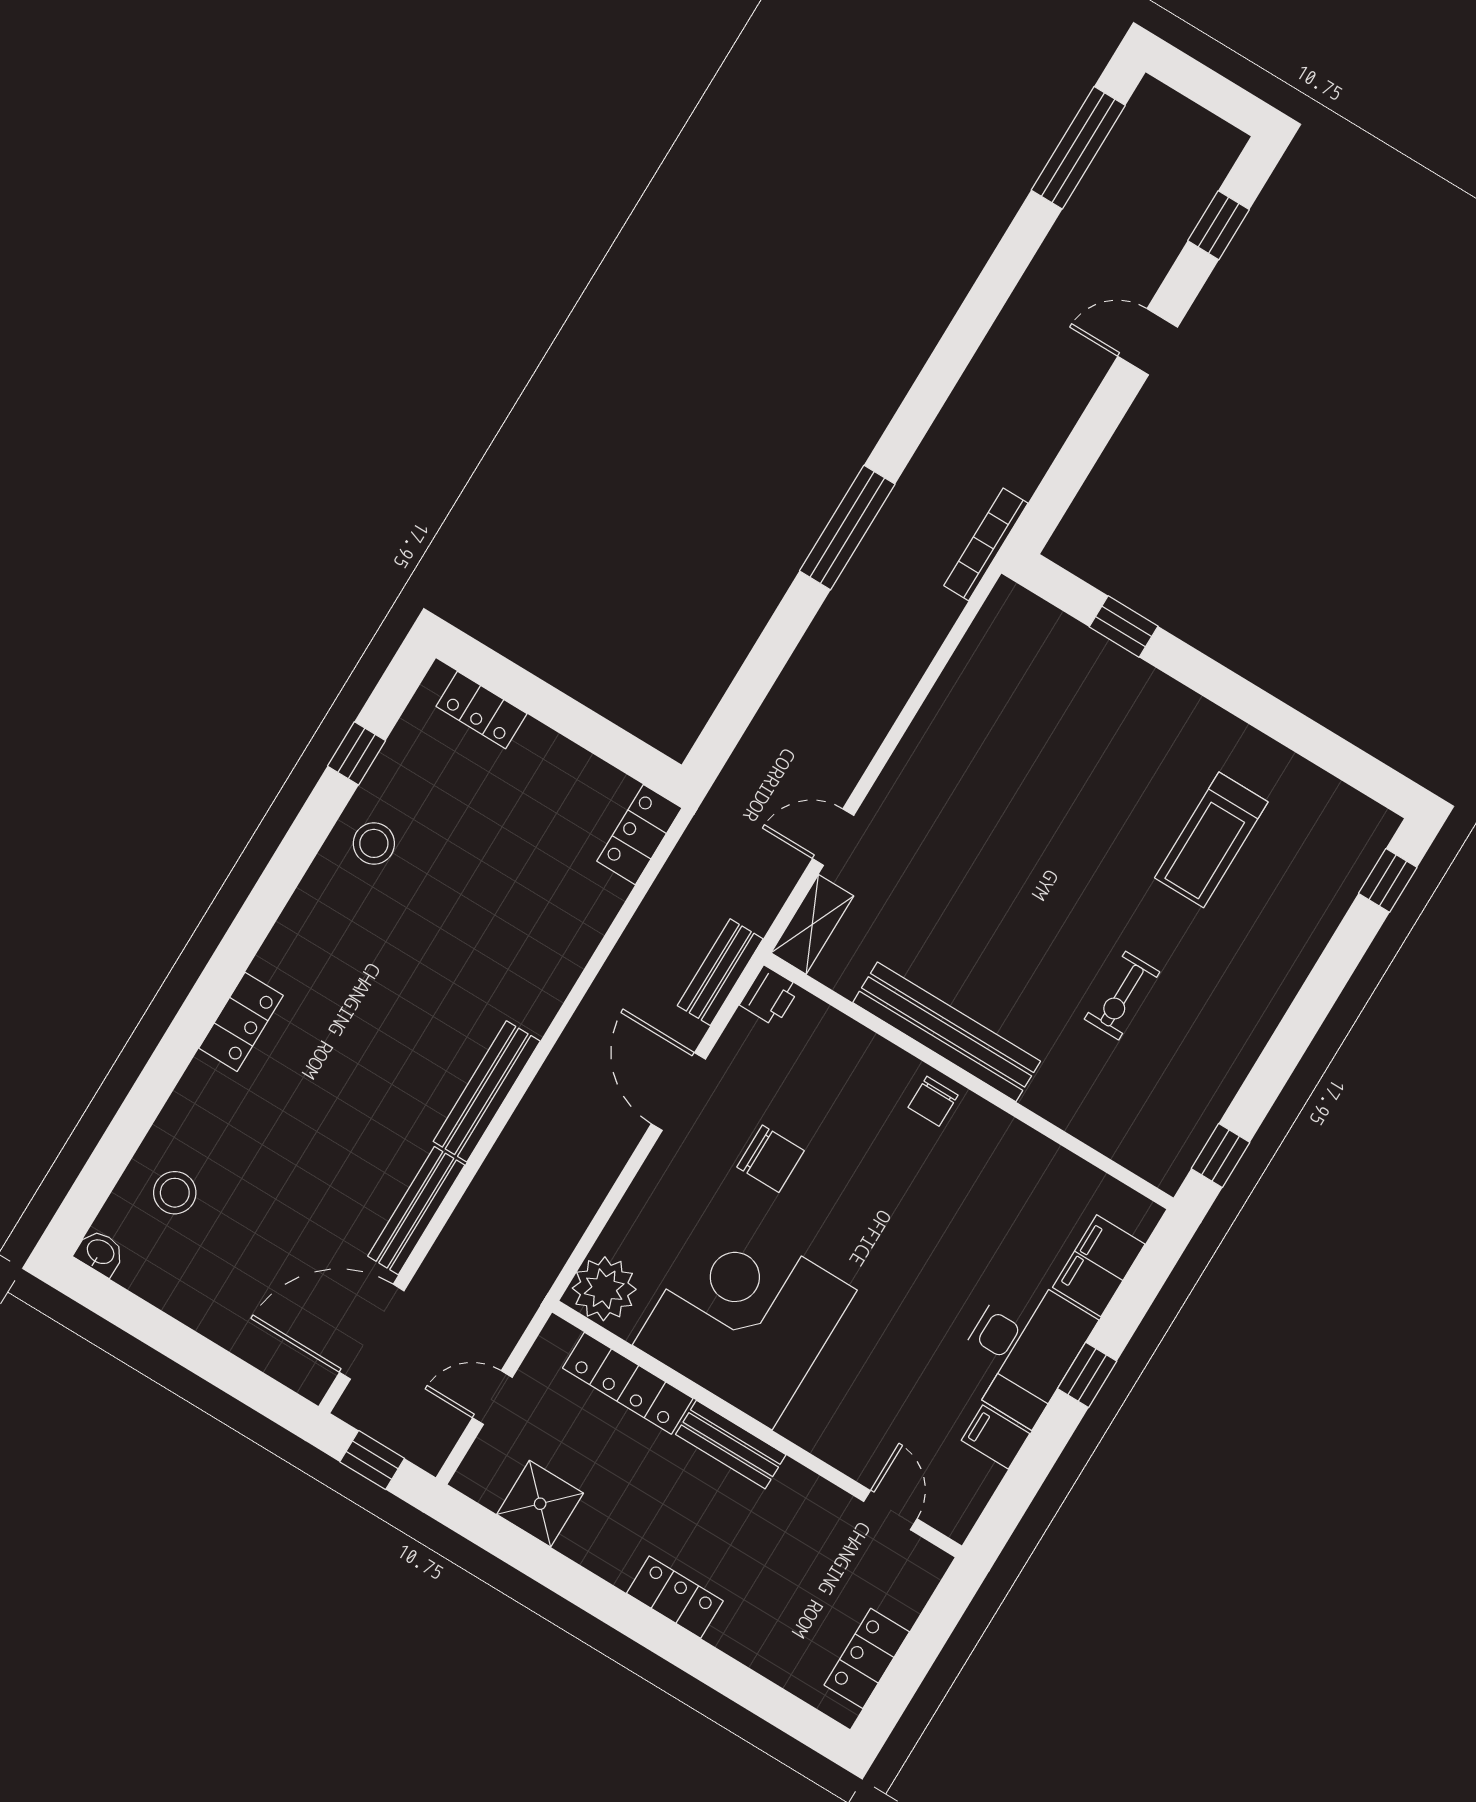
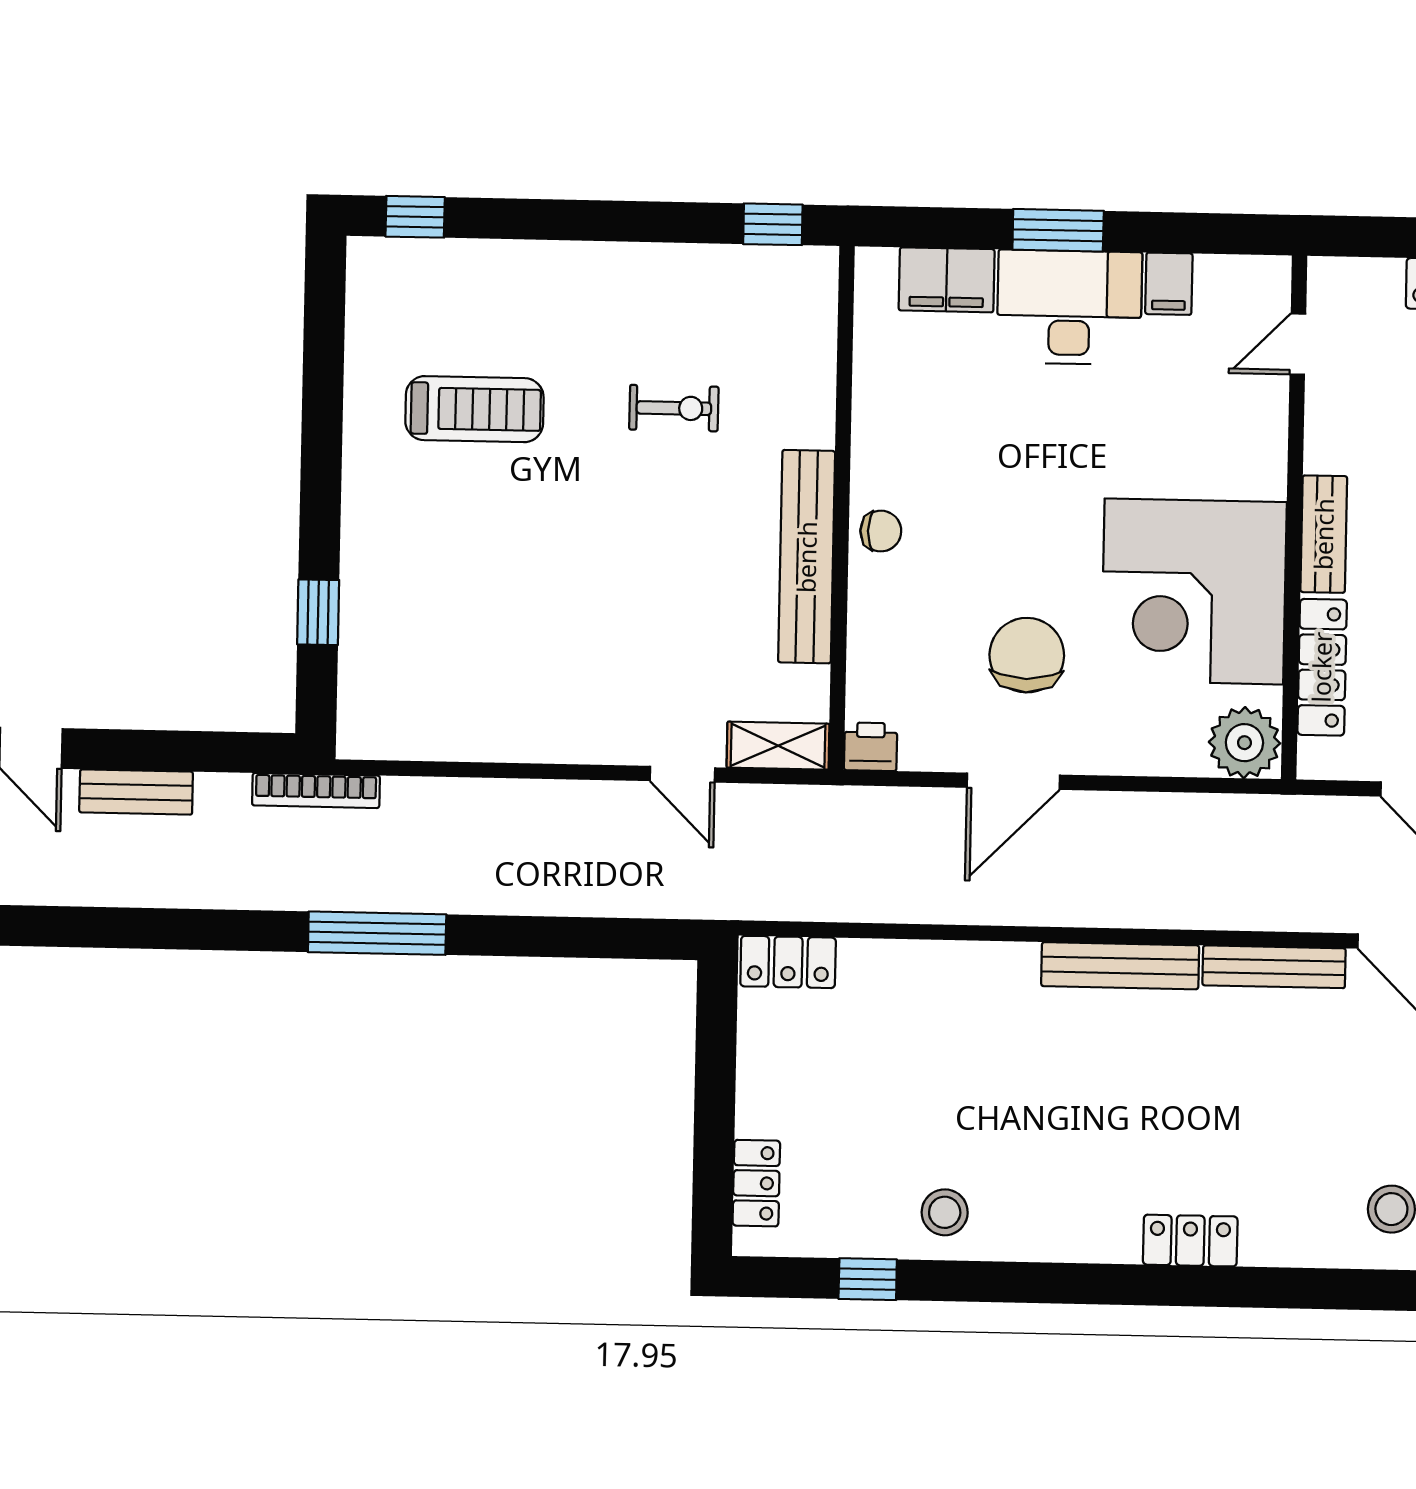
bench: (720, 972) -> (136, 792), moved
chair: (771, 1159) -> (1027, 655), width x1.37, depth x1.37
window: (1087, 1375) -> (1058, 230), width x1.50

